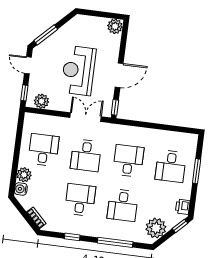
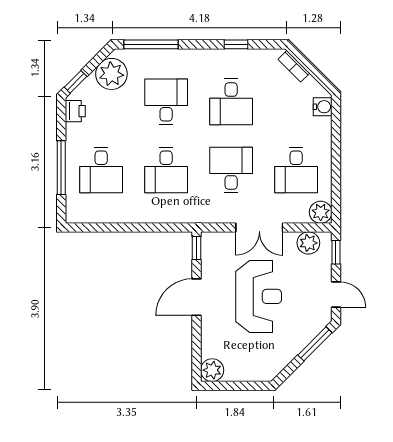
double door: (86, 117) -> (259, 228), moved
desk: (171, 166) -> (101, 170), turned 180
window: (197, 171) -> (61, 168), width x1.44
plant: (24, 175) -> (321, 212), moved
window: (115, 242) -> (151, 44), moved

